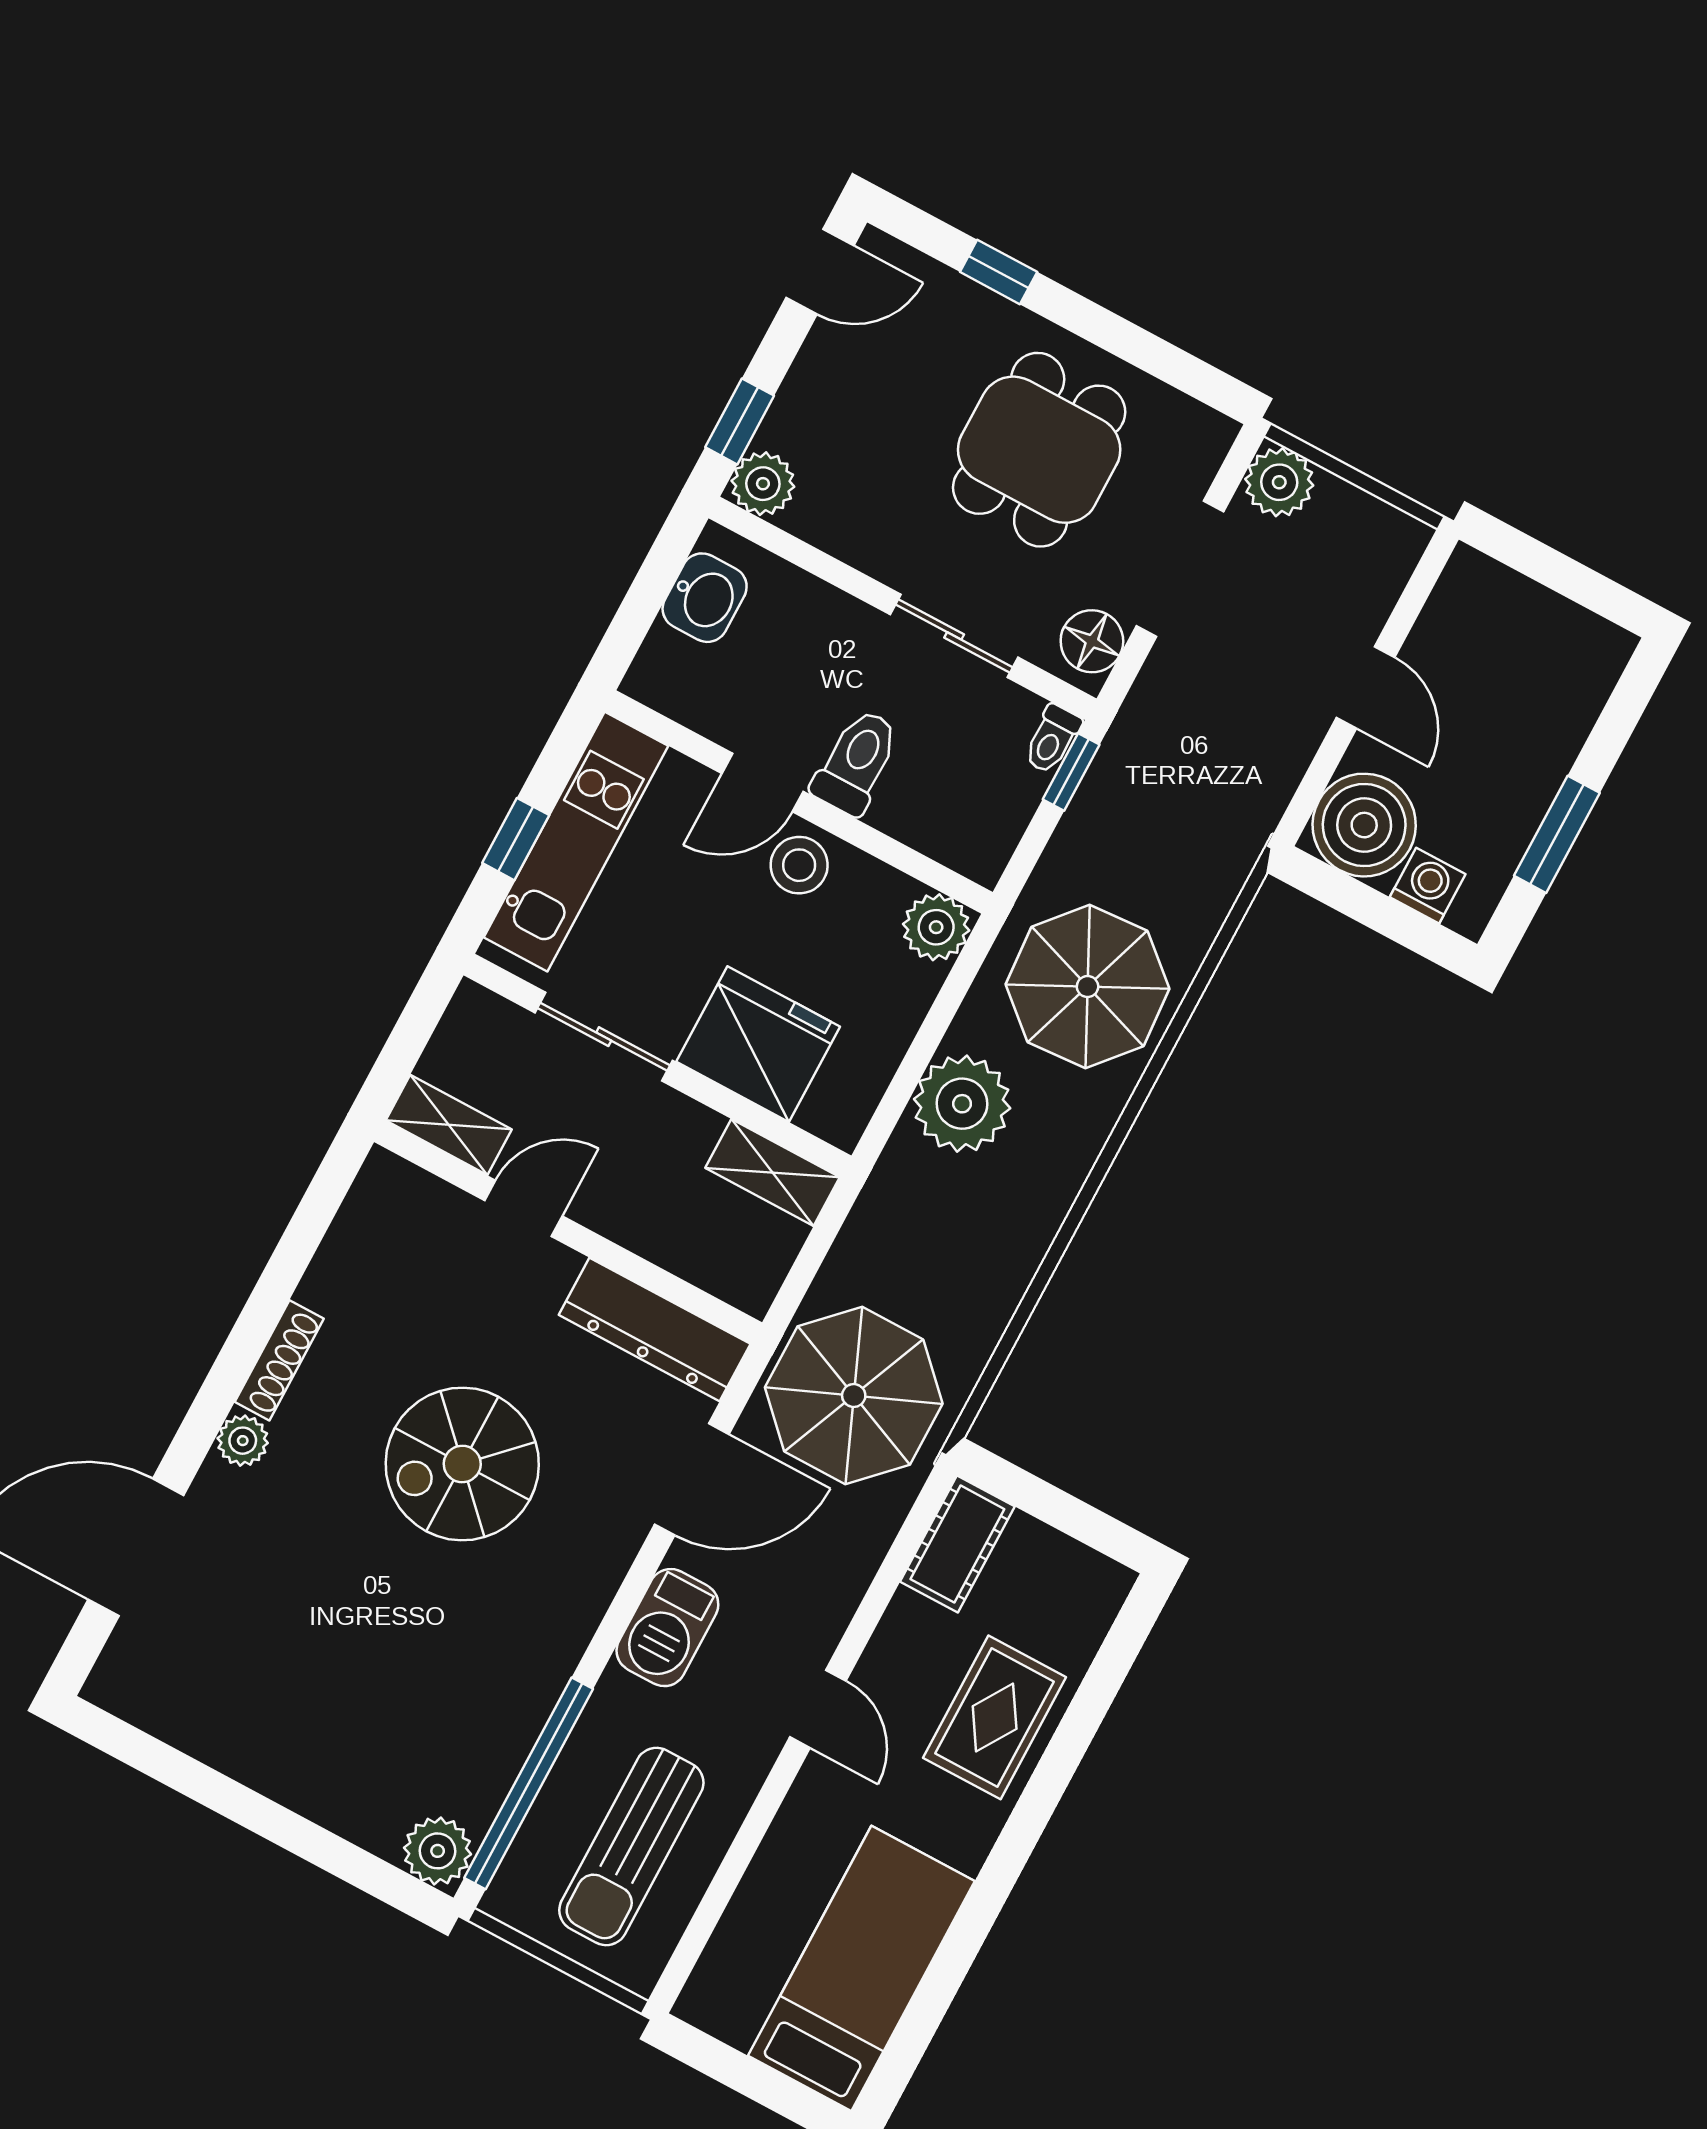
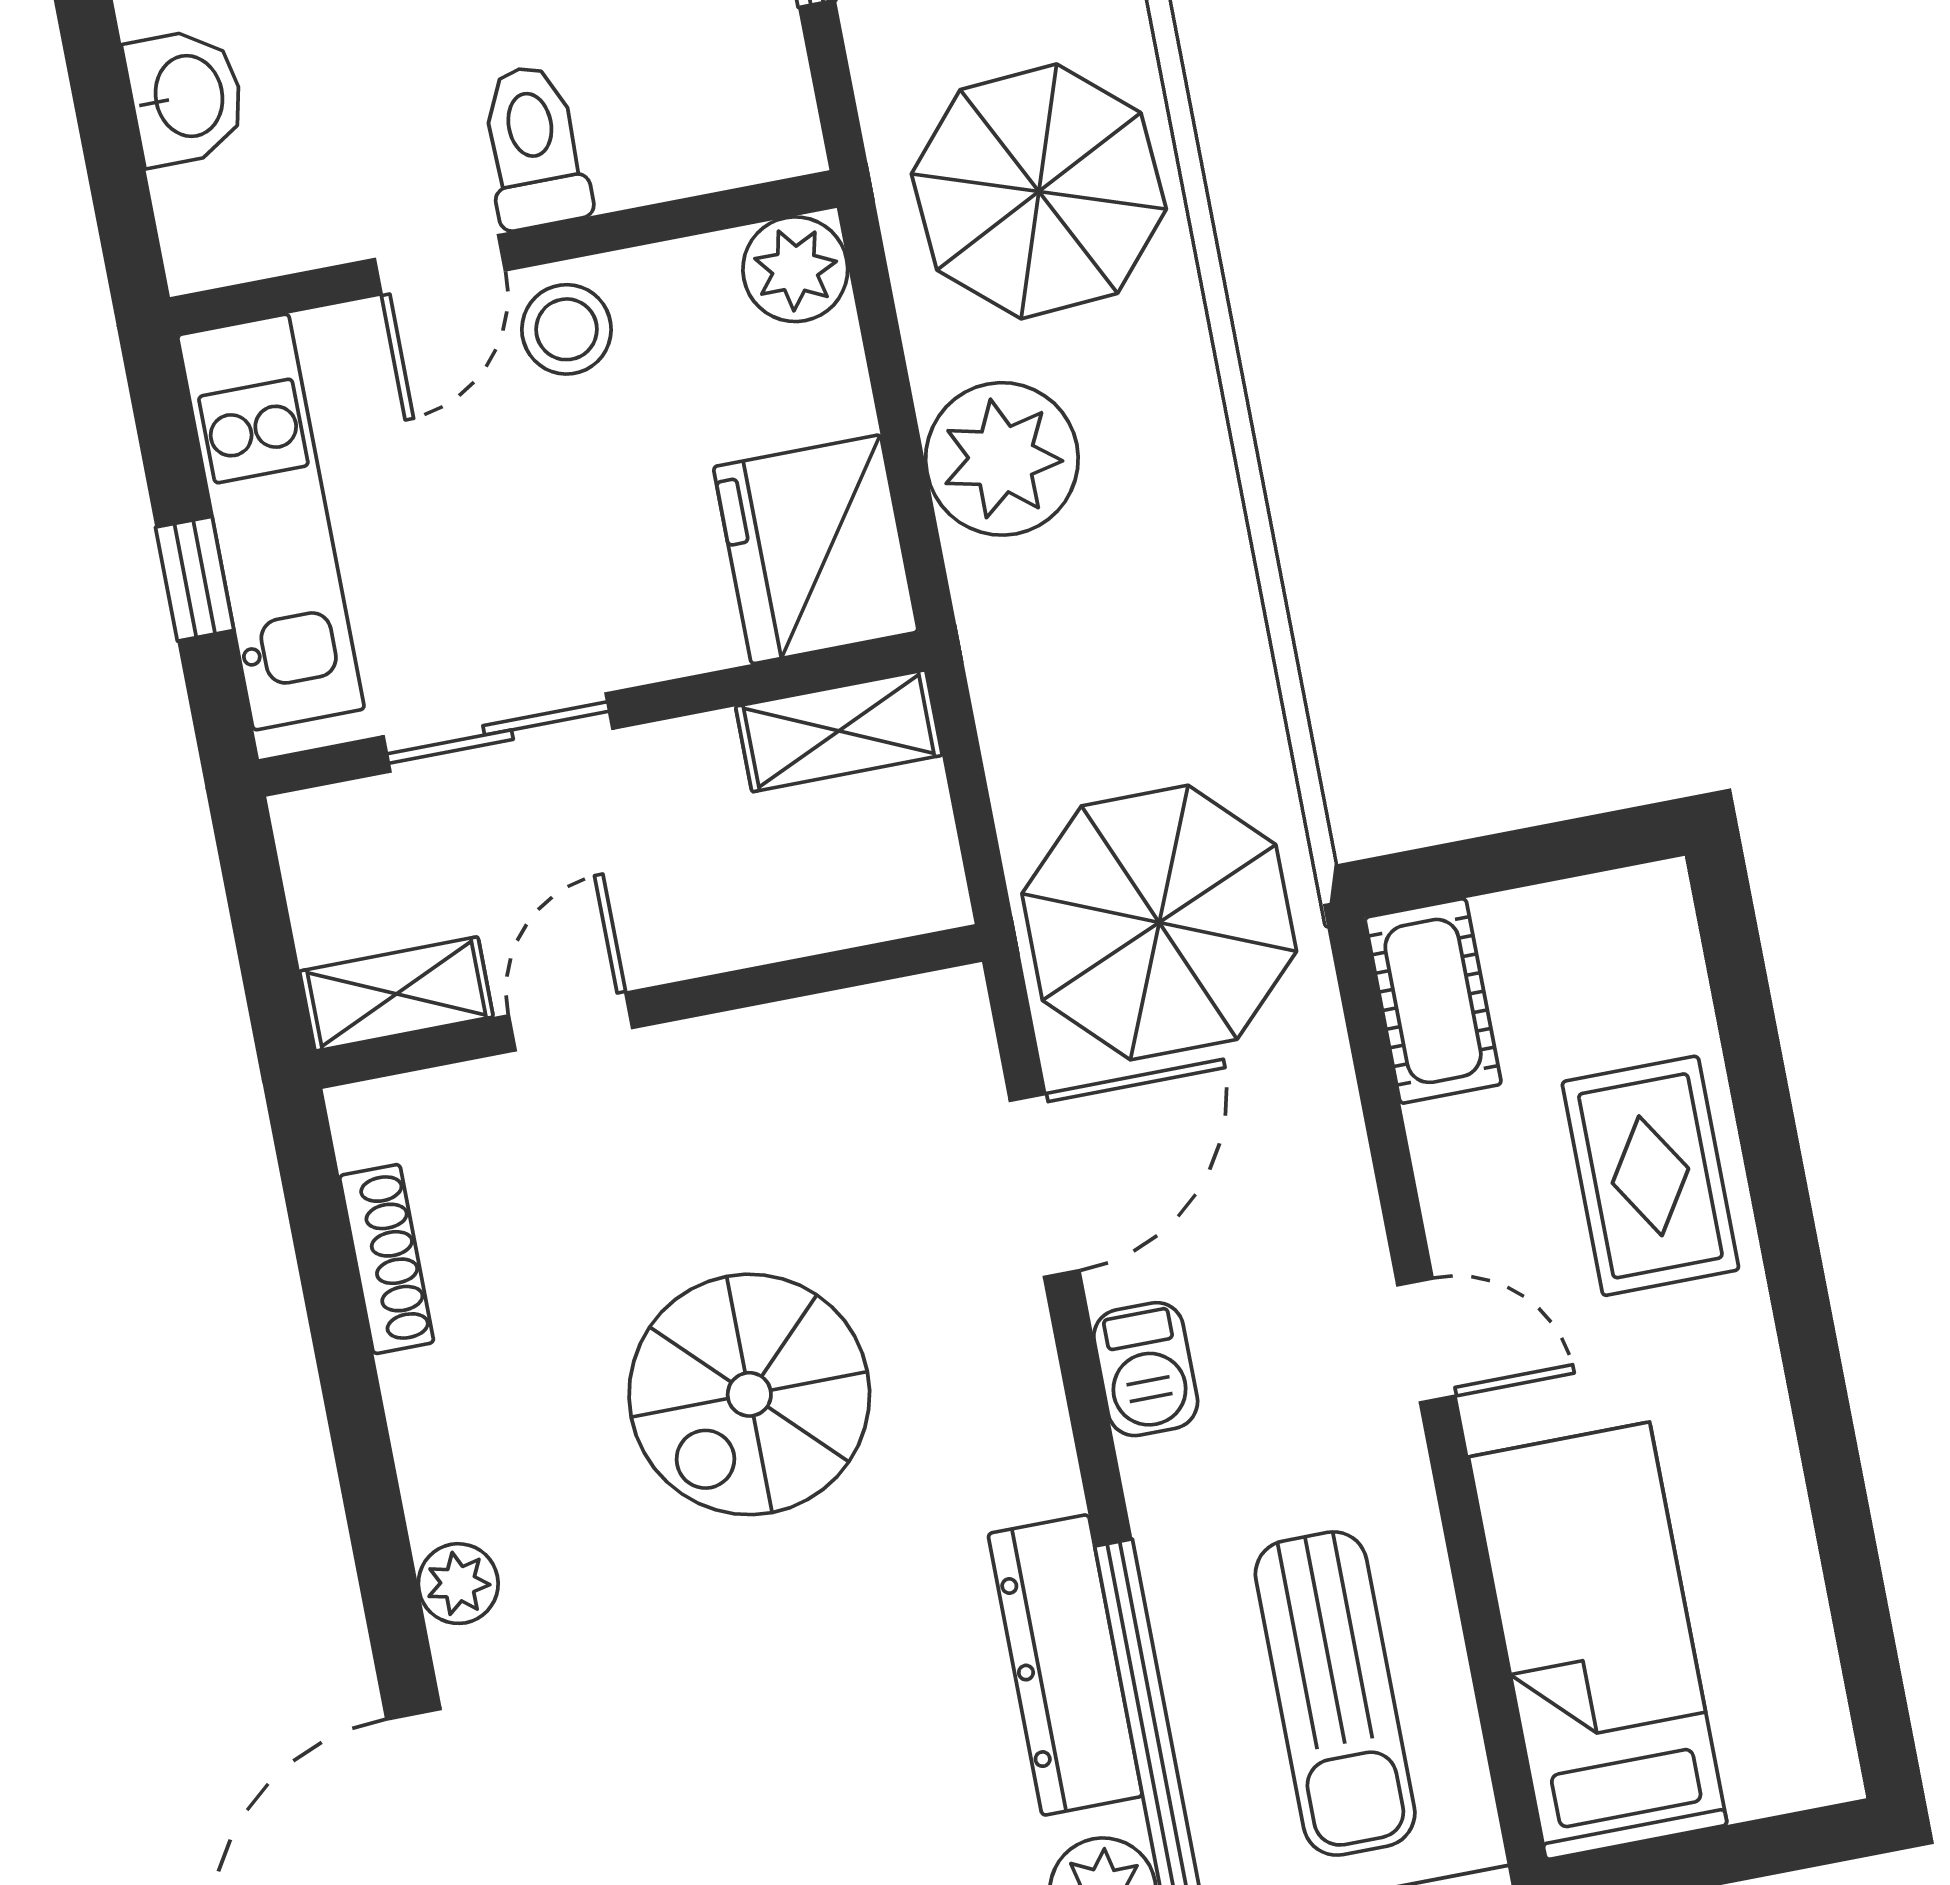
fridge: (758, 1044) -> (816, 549), moved, turned -90
dresser: (655, 1329) -> (1065, 1665), moved, turned 90
shoe rack: (279, 1360) -> (387, 1259), moved
barbecue: (667, 1628) -> (1146, 1369), width x0.73, depth x0.79
bed: (861, 1968) -> (1598, 1641), moved

